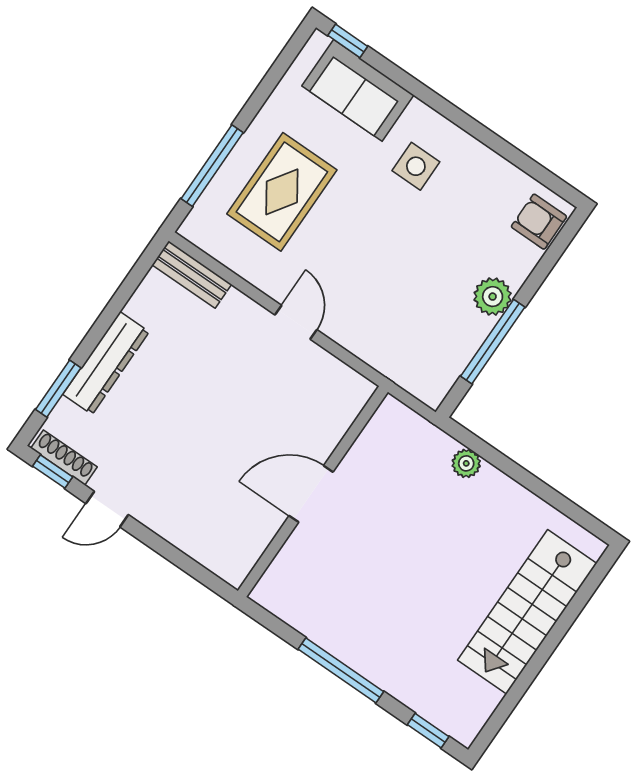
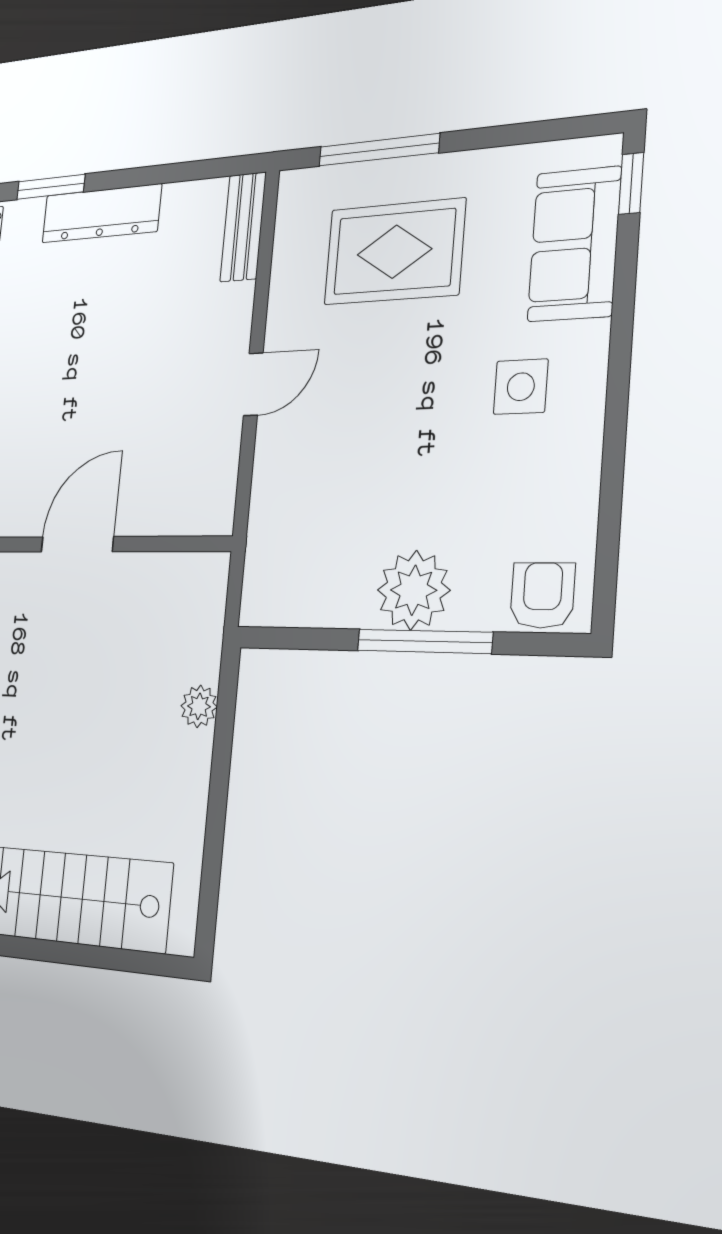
plant: (493, 297) -> (414, 590), width x1.36, depth x1.36
window: (493, 342) -> (424, 641), moved
door: (311, 494) -> (77, 544), hinge flipped

